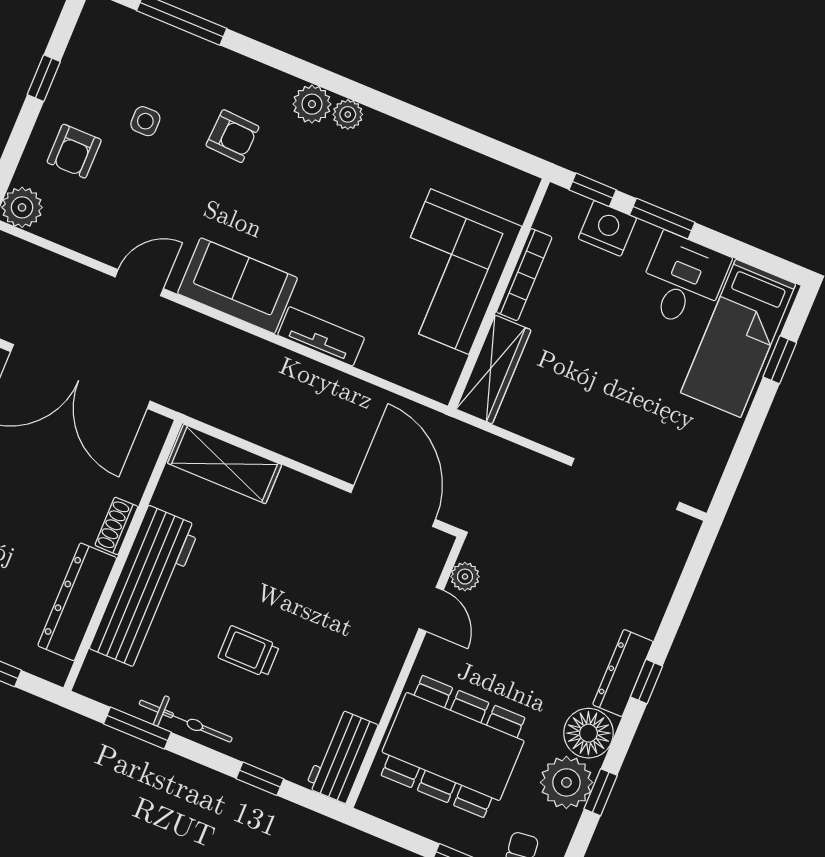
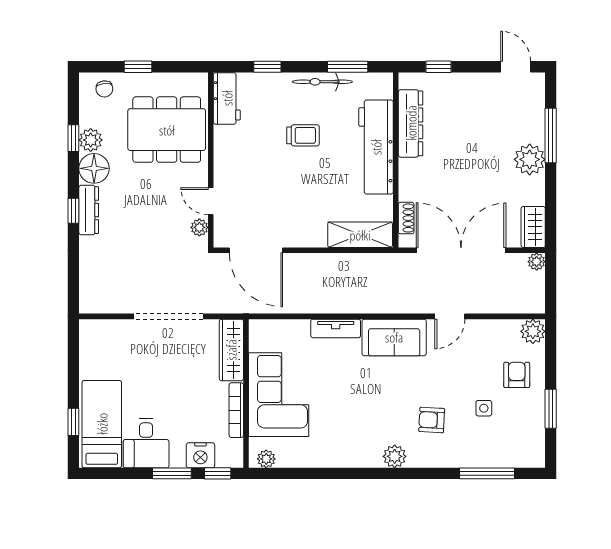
window: (44, 78) -> (551, 409), width x1.50
plant: (348, 114) -> (266, 459), moved
doorway: (625, 484) -> (169, 316), moved
shoe rack: (116, 526) -> (406, 218), moved
plant: (566, 782) -> (91, 140), width x0.73, depth x0.73

